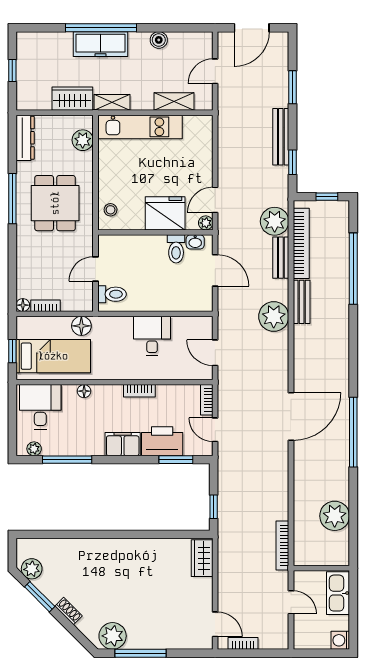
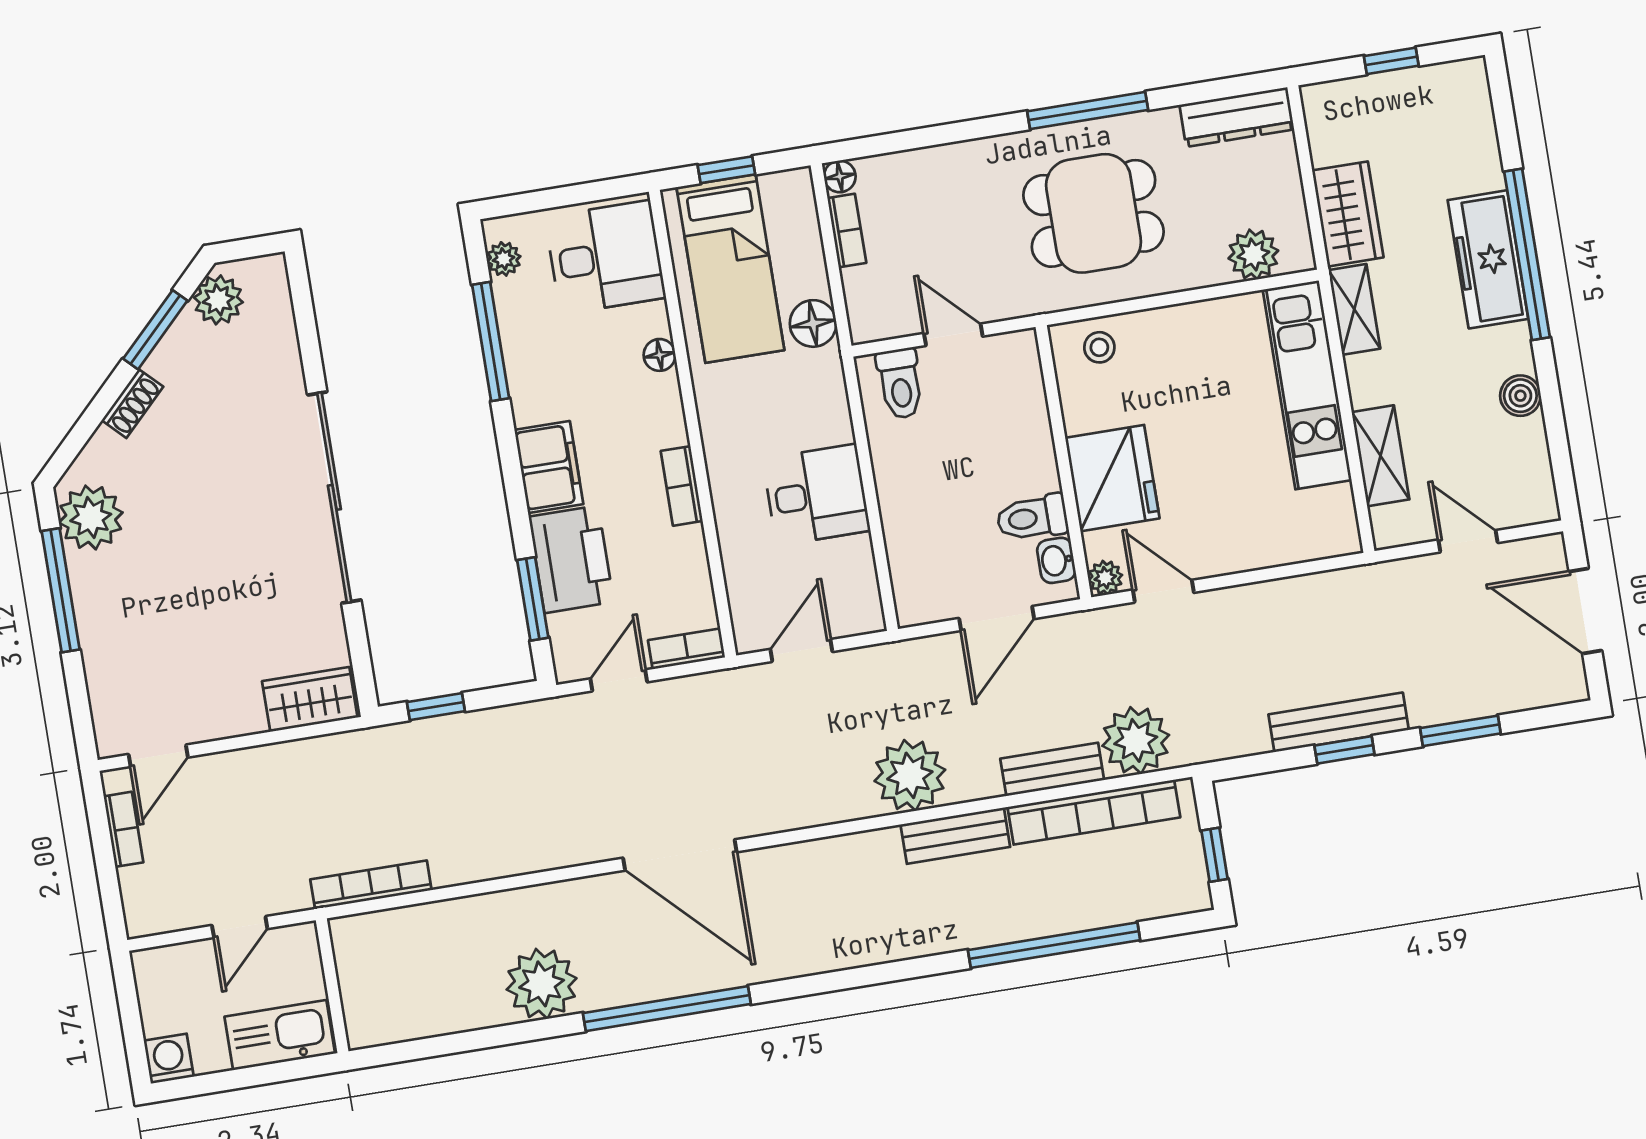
window: (292, 162) -> (1344, 750), moved
plant: (335, 516) -> (542, 984), moved
sliding door: (121, 534) -> (334, 497), added

